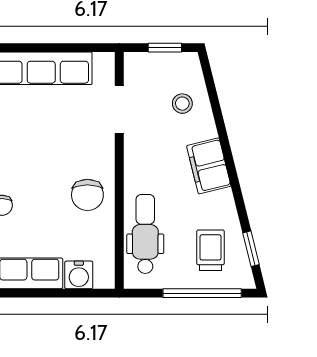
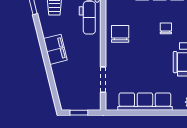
stool: (182, 104) -> (69, 83), removed

